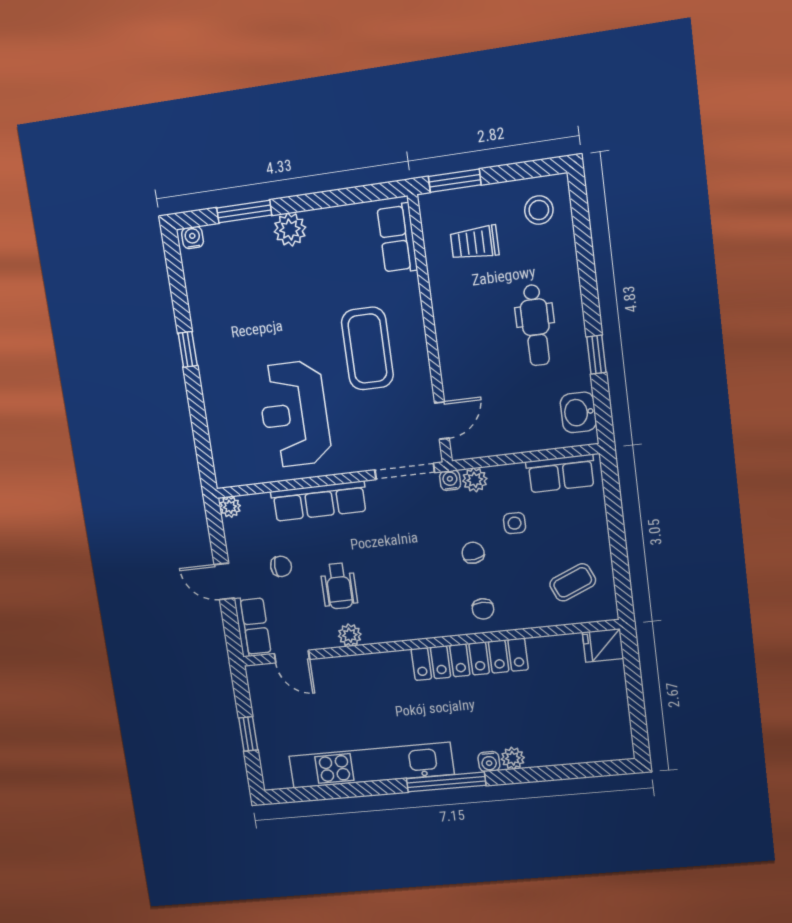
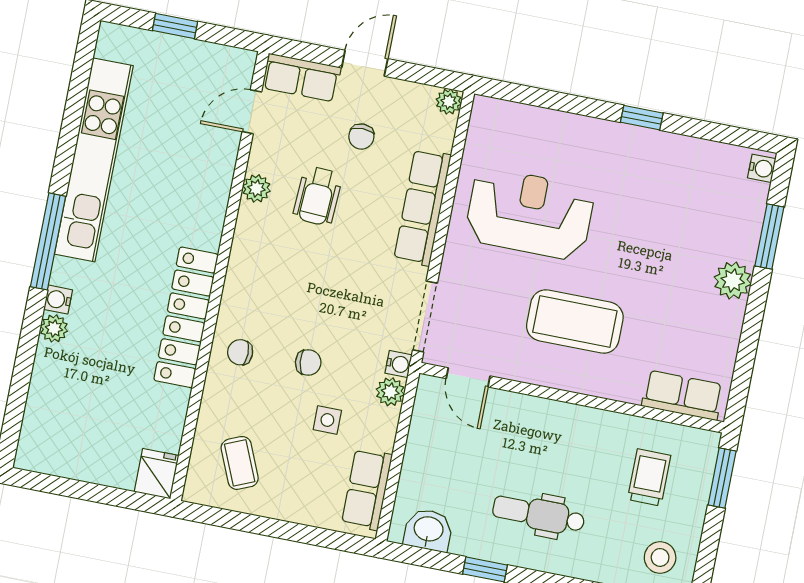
wheelchair: (339, 586) -> (318, 196), turned -87

